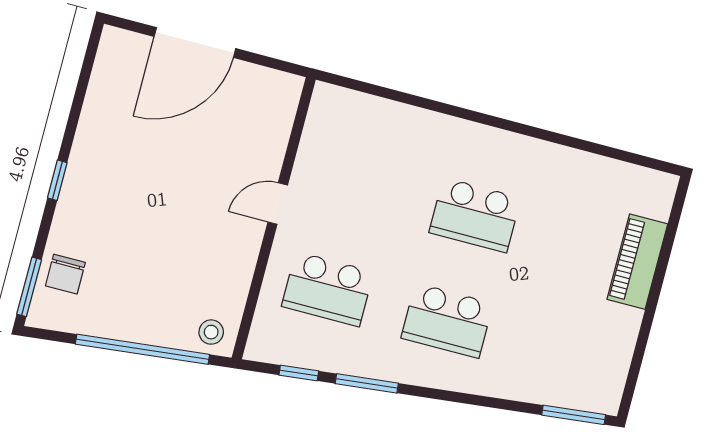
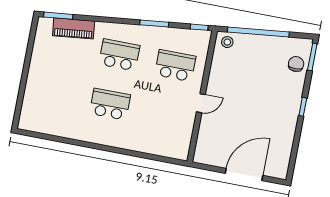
piano: (637, 262) -> (74, 28), moved, turned 84
window: (299, 373) -> (199, 27), moved

